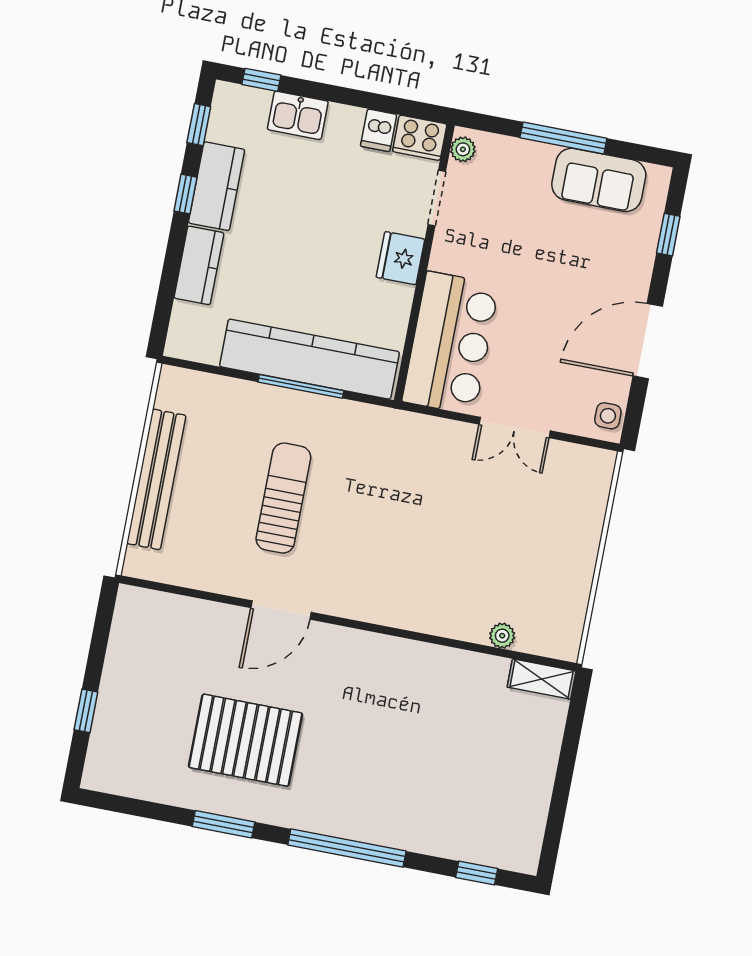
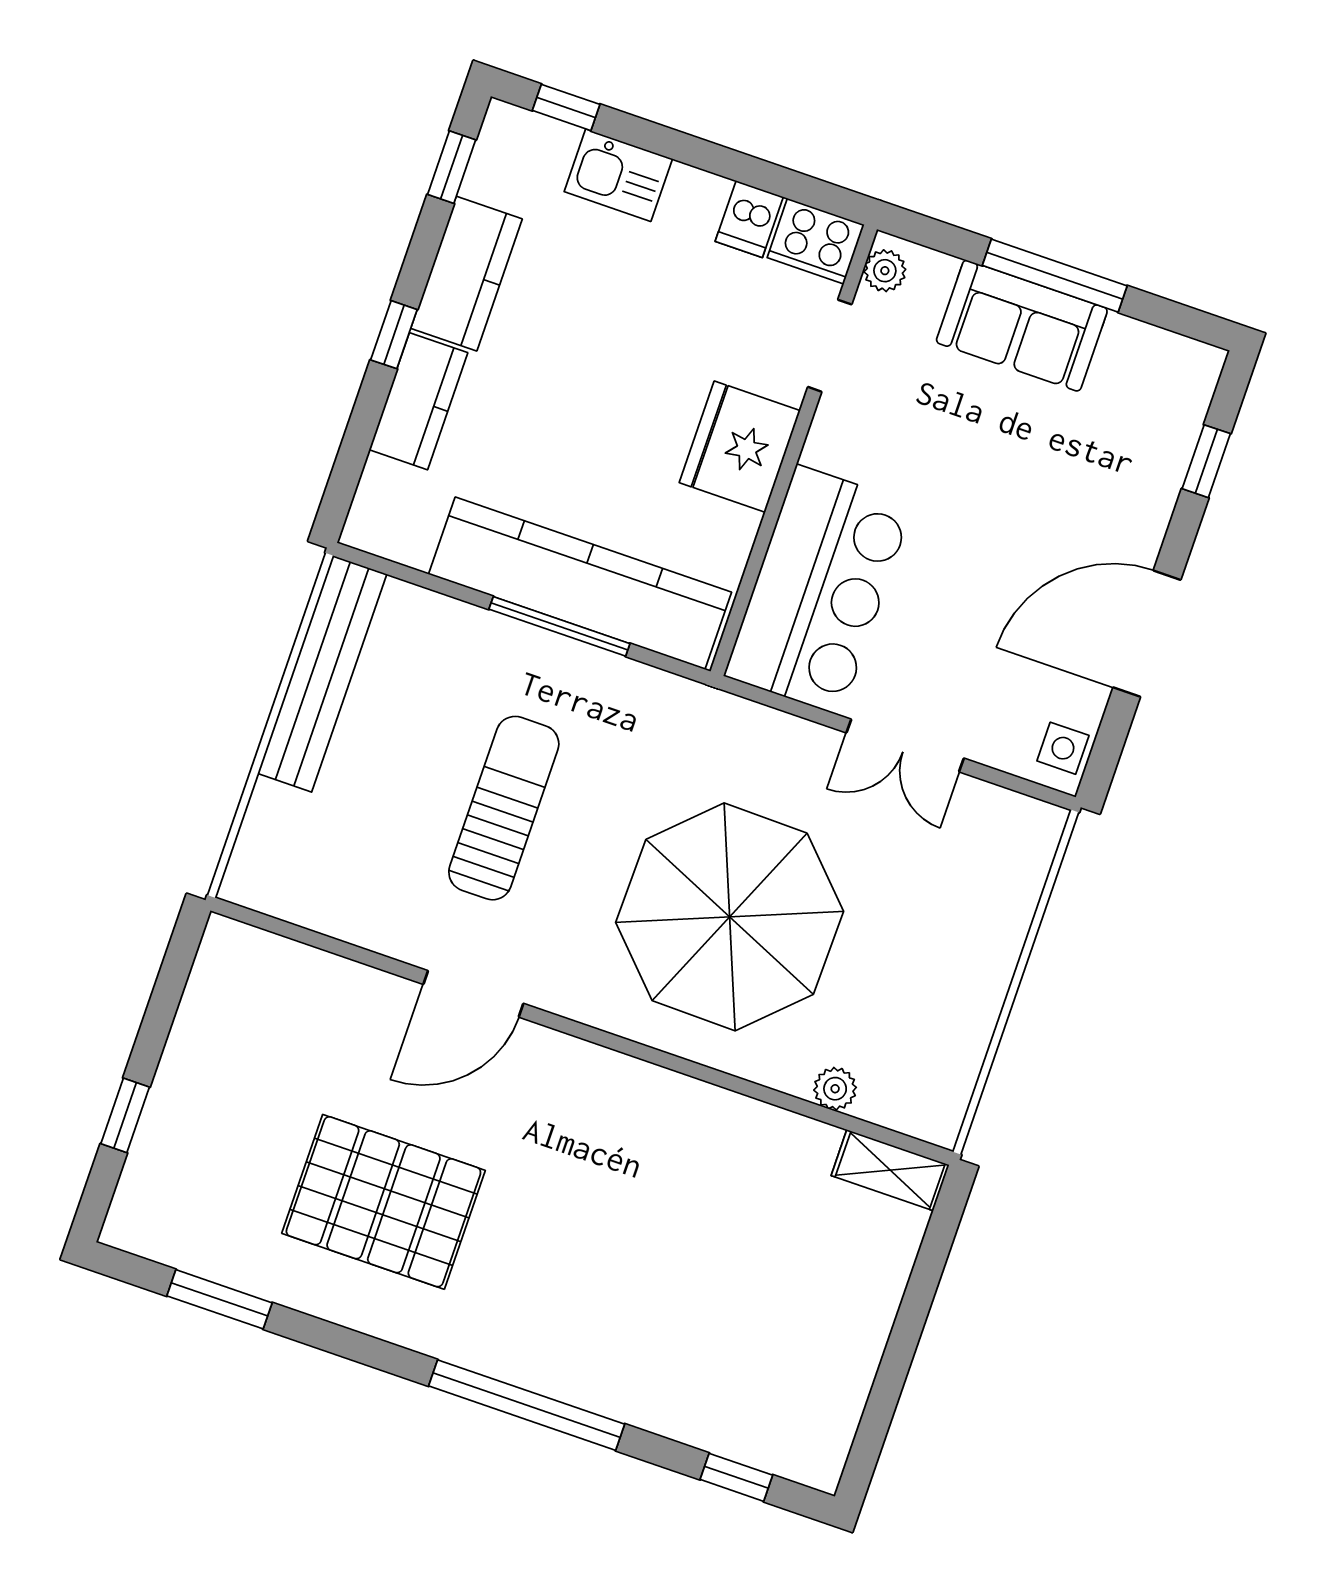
sofa: (599, 180) -> (1022, 326), moved
window: (185, 194) -> (394, 335), moved
fridge: (400, 258) -> (740, 447), width x1.36, depth x1.34
bench: (156, 479) -> (322, 674), moved
parasol: (426, 543) -> (730, 917), added
window: (224, 824) -> (220, 1299), moved

